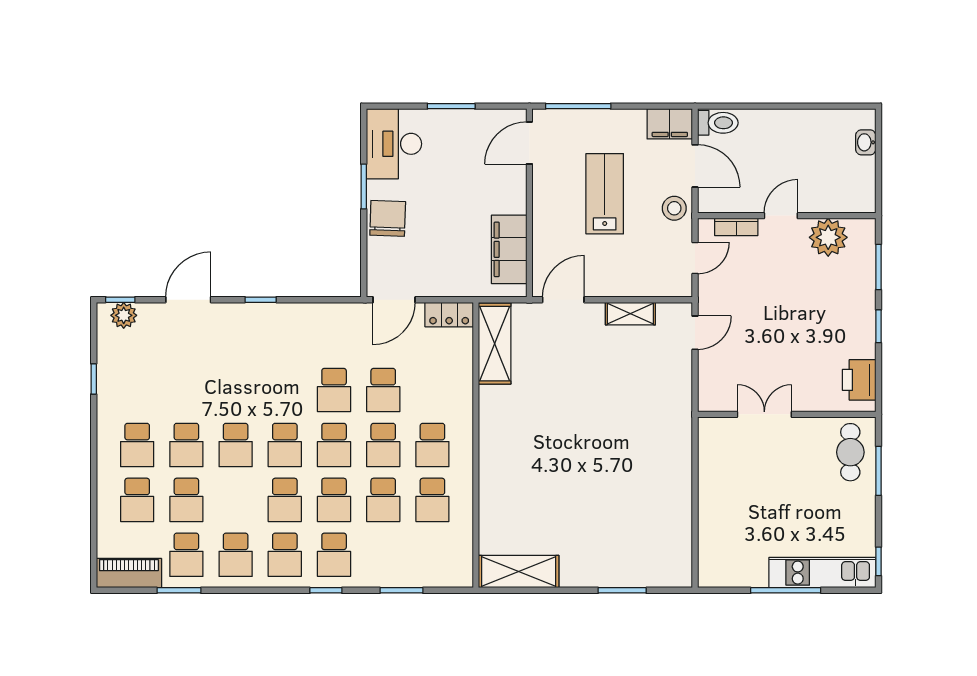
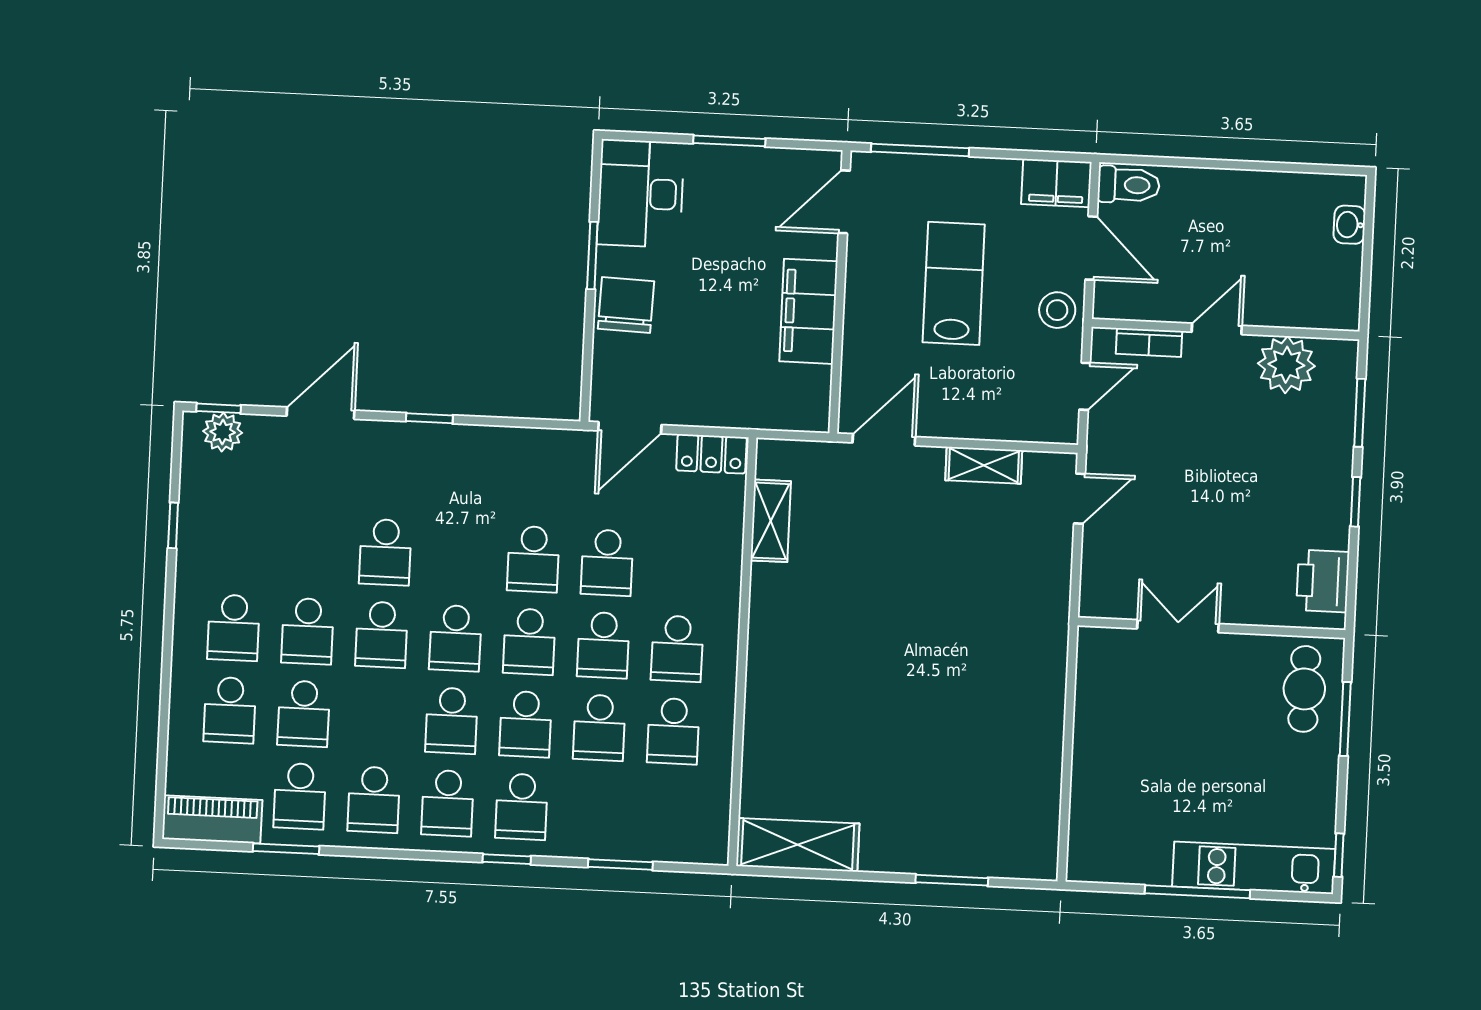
filing cabinet: (509, 249) -> (808, 311), moved
shelving: (495, 344) -> (771, 521), width x0.67, depth x0.75
school desk: (236, 390) -> (385, 552), added

